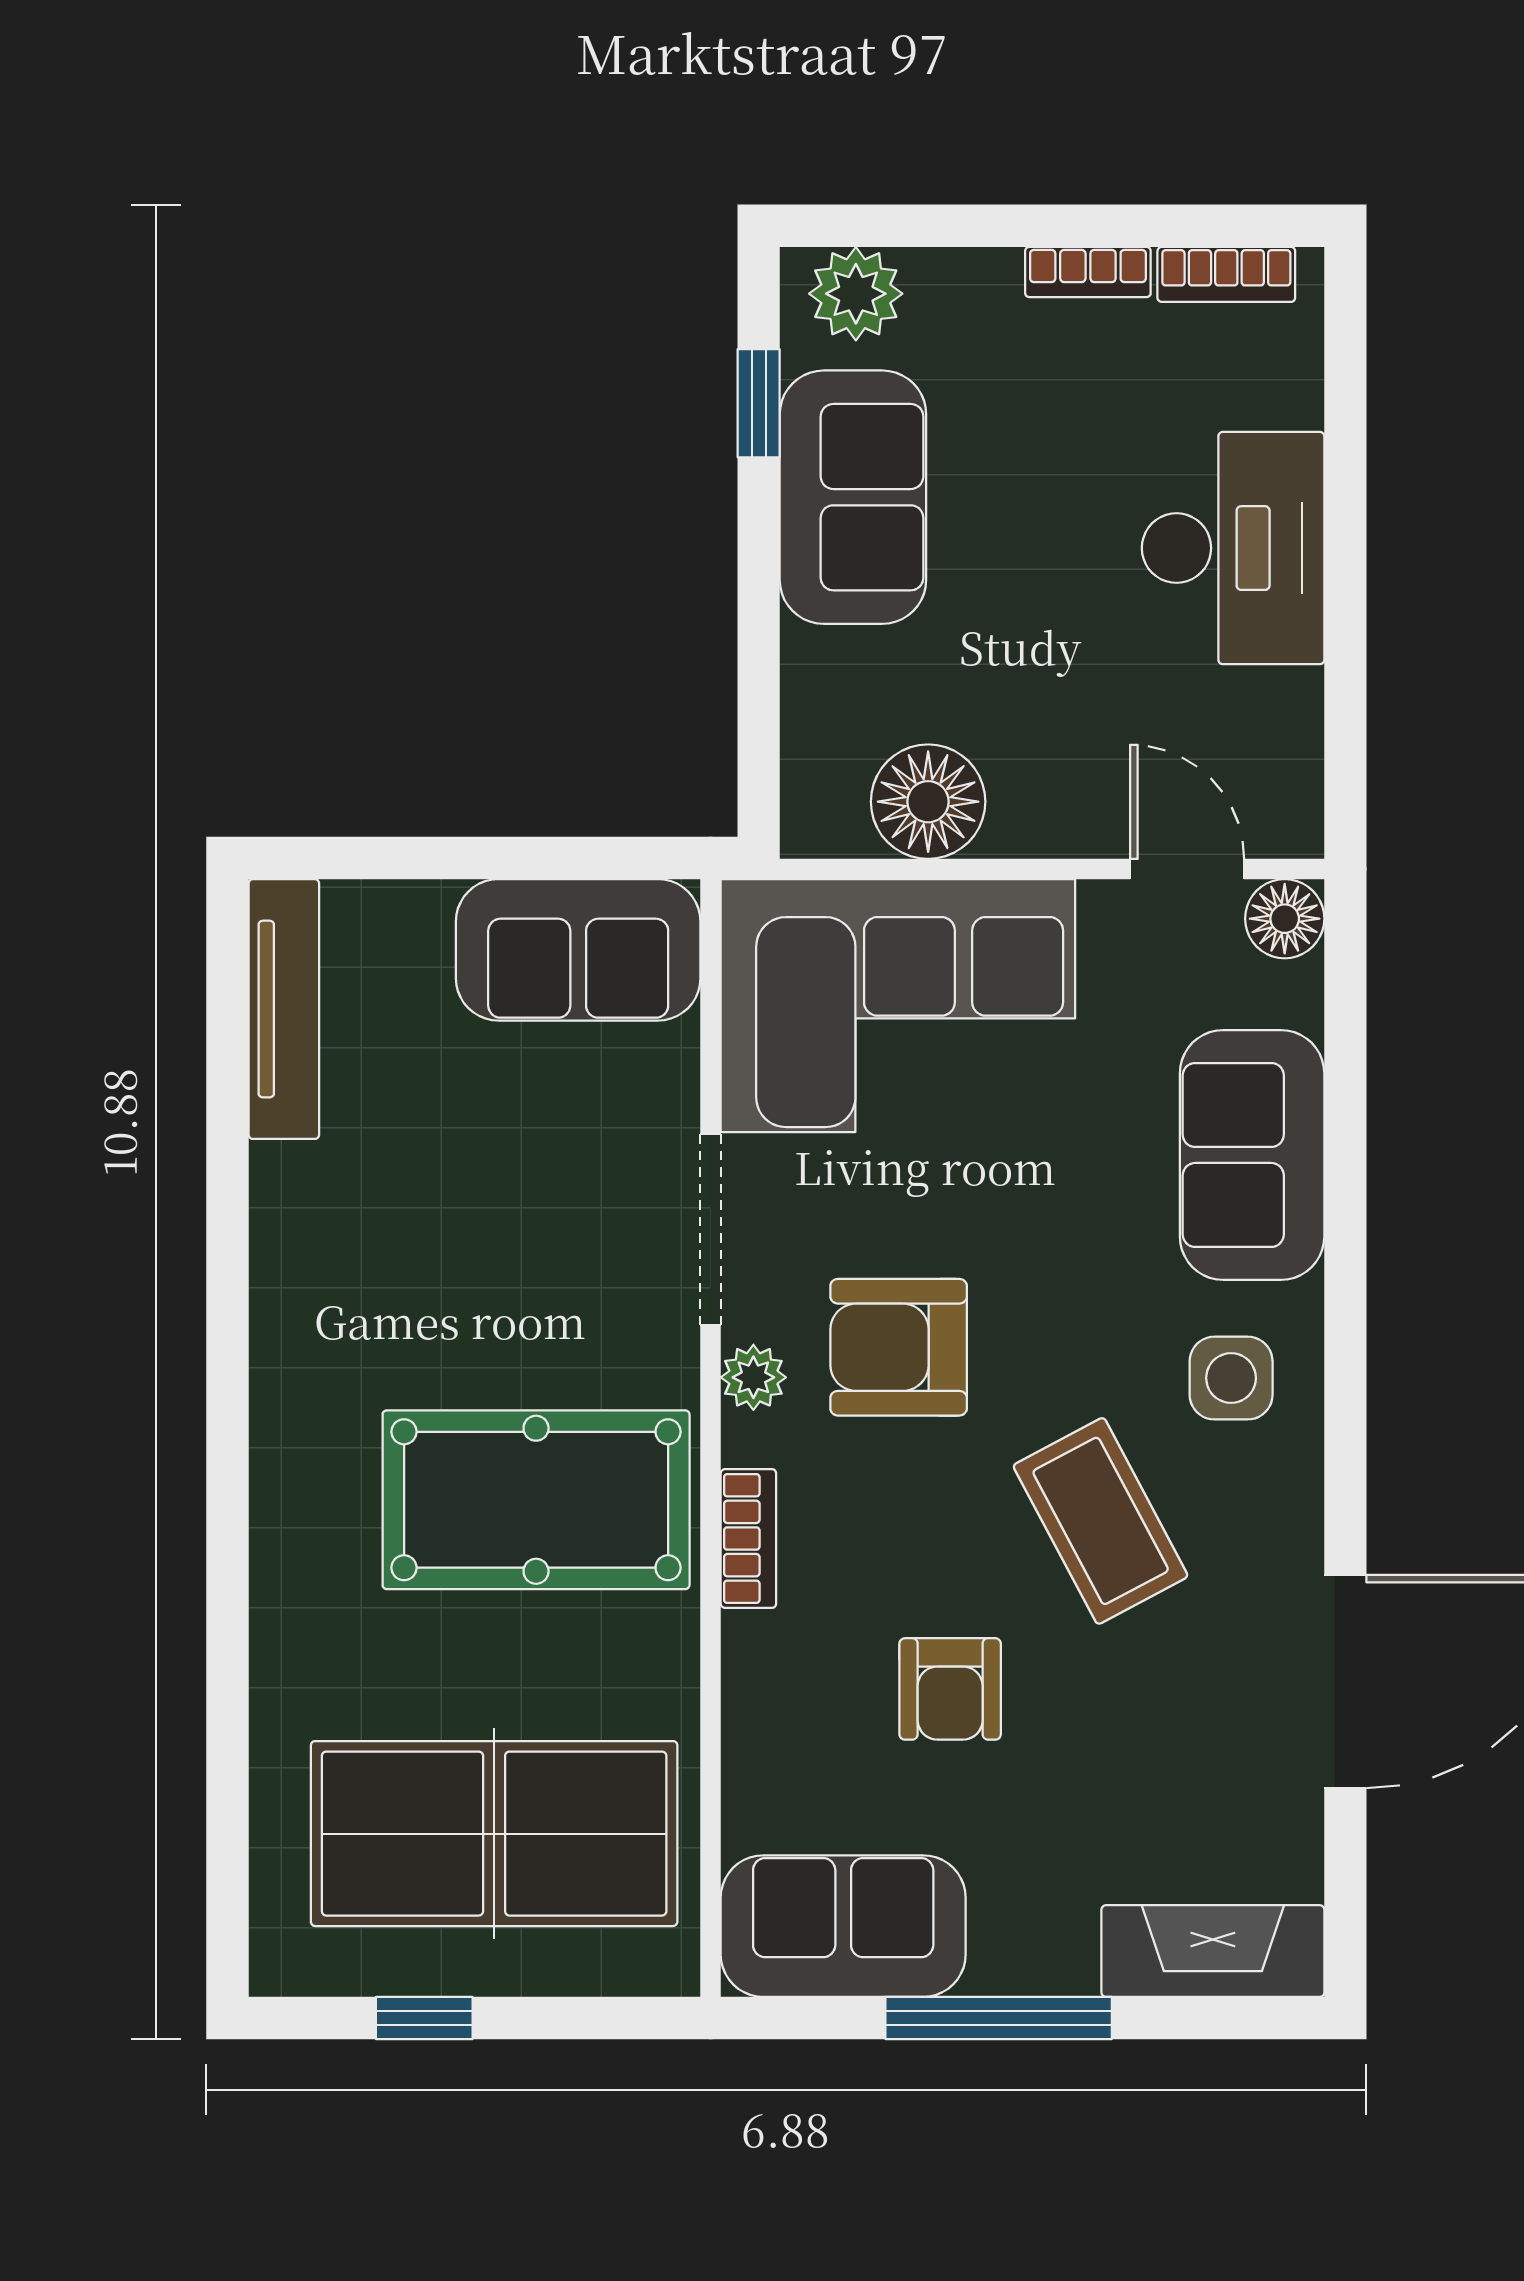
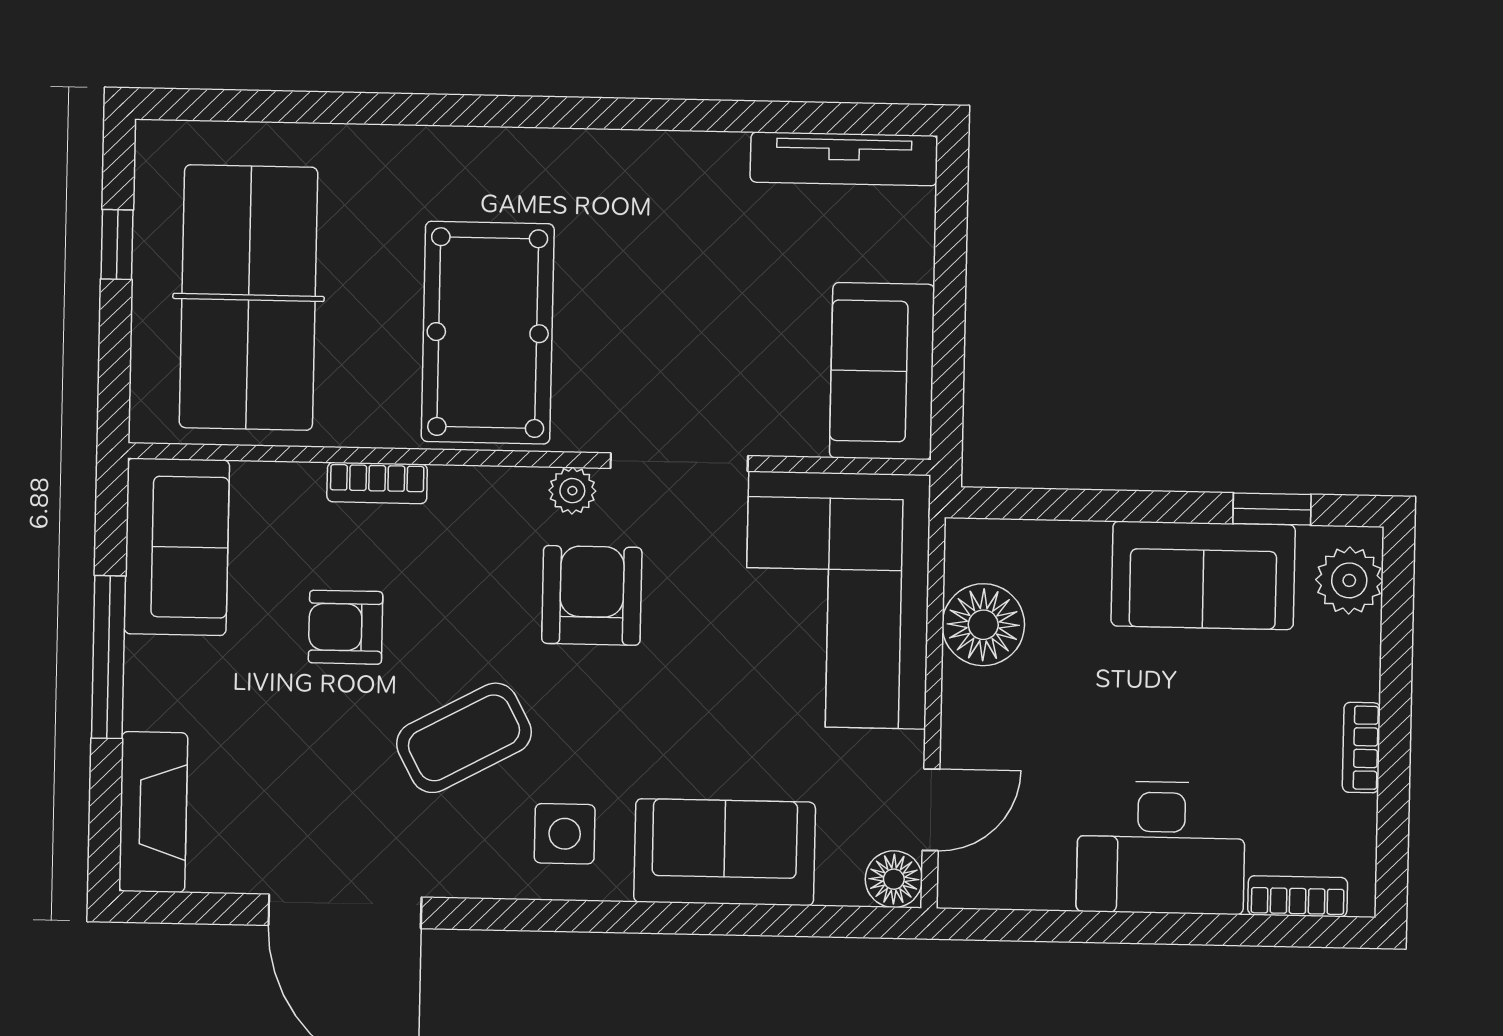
bookcase: (1226, 274) -> (1298, 896), moved, turned 90
bookcase: (748, 1538) -> (377, 483), moved

